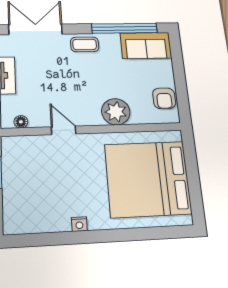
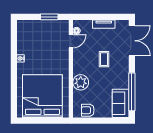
coffee table: (85, 44) -> (104, 59), moved
door: (64, 130) -> (71, 41), moved

